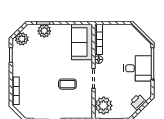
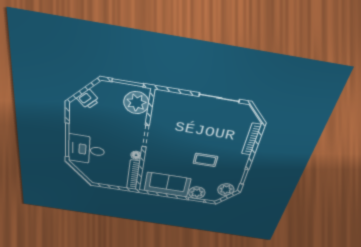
sofa: (82, 42) -> (167, 185), moved, turned -90
desk: (138, 68) -> (86, 150), moved
coffee table: (67, 84) -> (205, 160), moved

